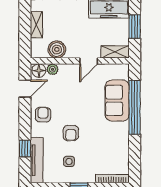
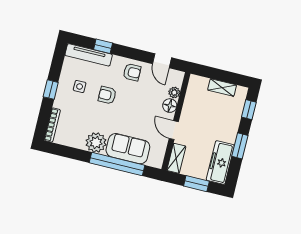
boiler: (57, 50) -> (193, 102), removed
floor lamp: (39, 71) -> (170, 106), moved
plant: (119, 133) -> (96, 143), added

